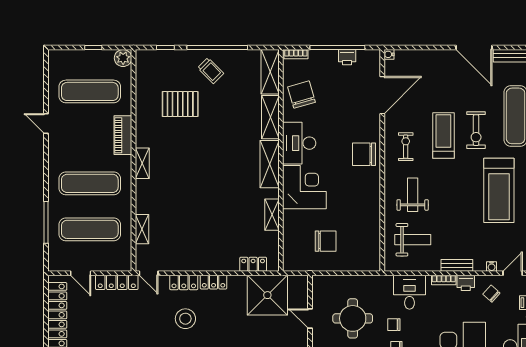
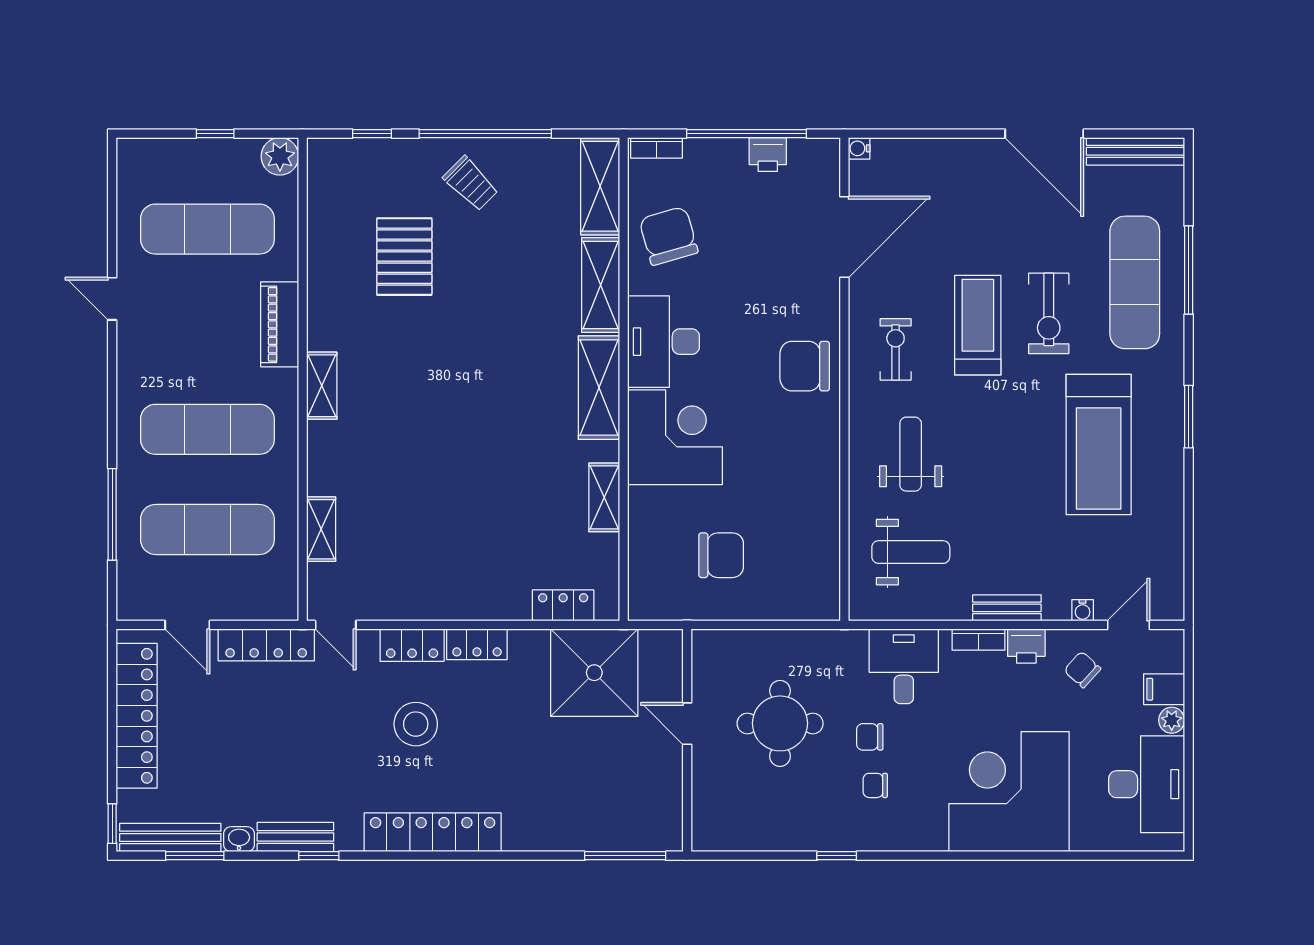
pallet: (180, 104) -> (404, 257), turned 90

